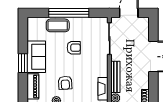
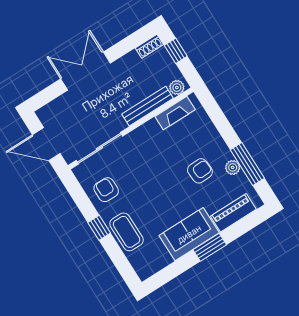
window: (69, 13) -> (99, 228), width x0.32
armchair: (74, 48) -> (106, 190), moved

